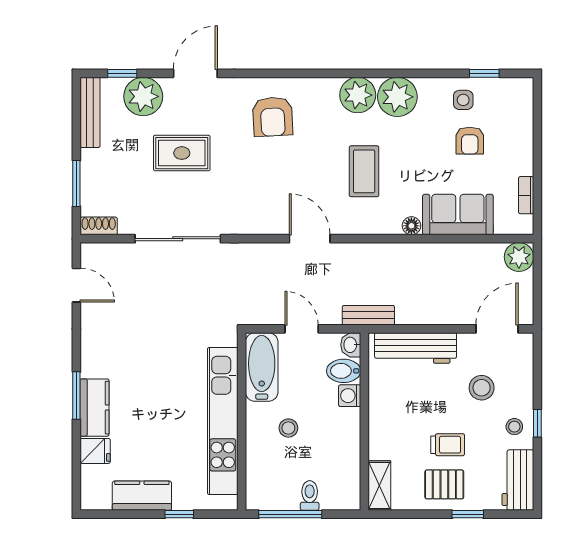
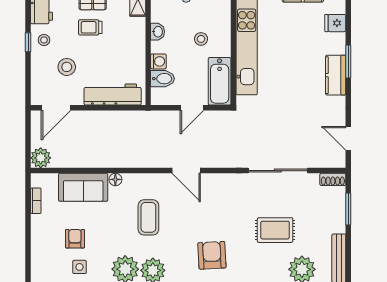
bench: (368, 315) -> (145, 117), removed
door: (302, 329) -> (192, 108), hinge flipped
washbasin: (351, 345) -> (158, 32), moved
kitchen counter: (95, 408) -> (336, 75), moved

